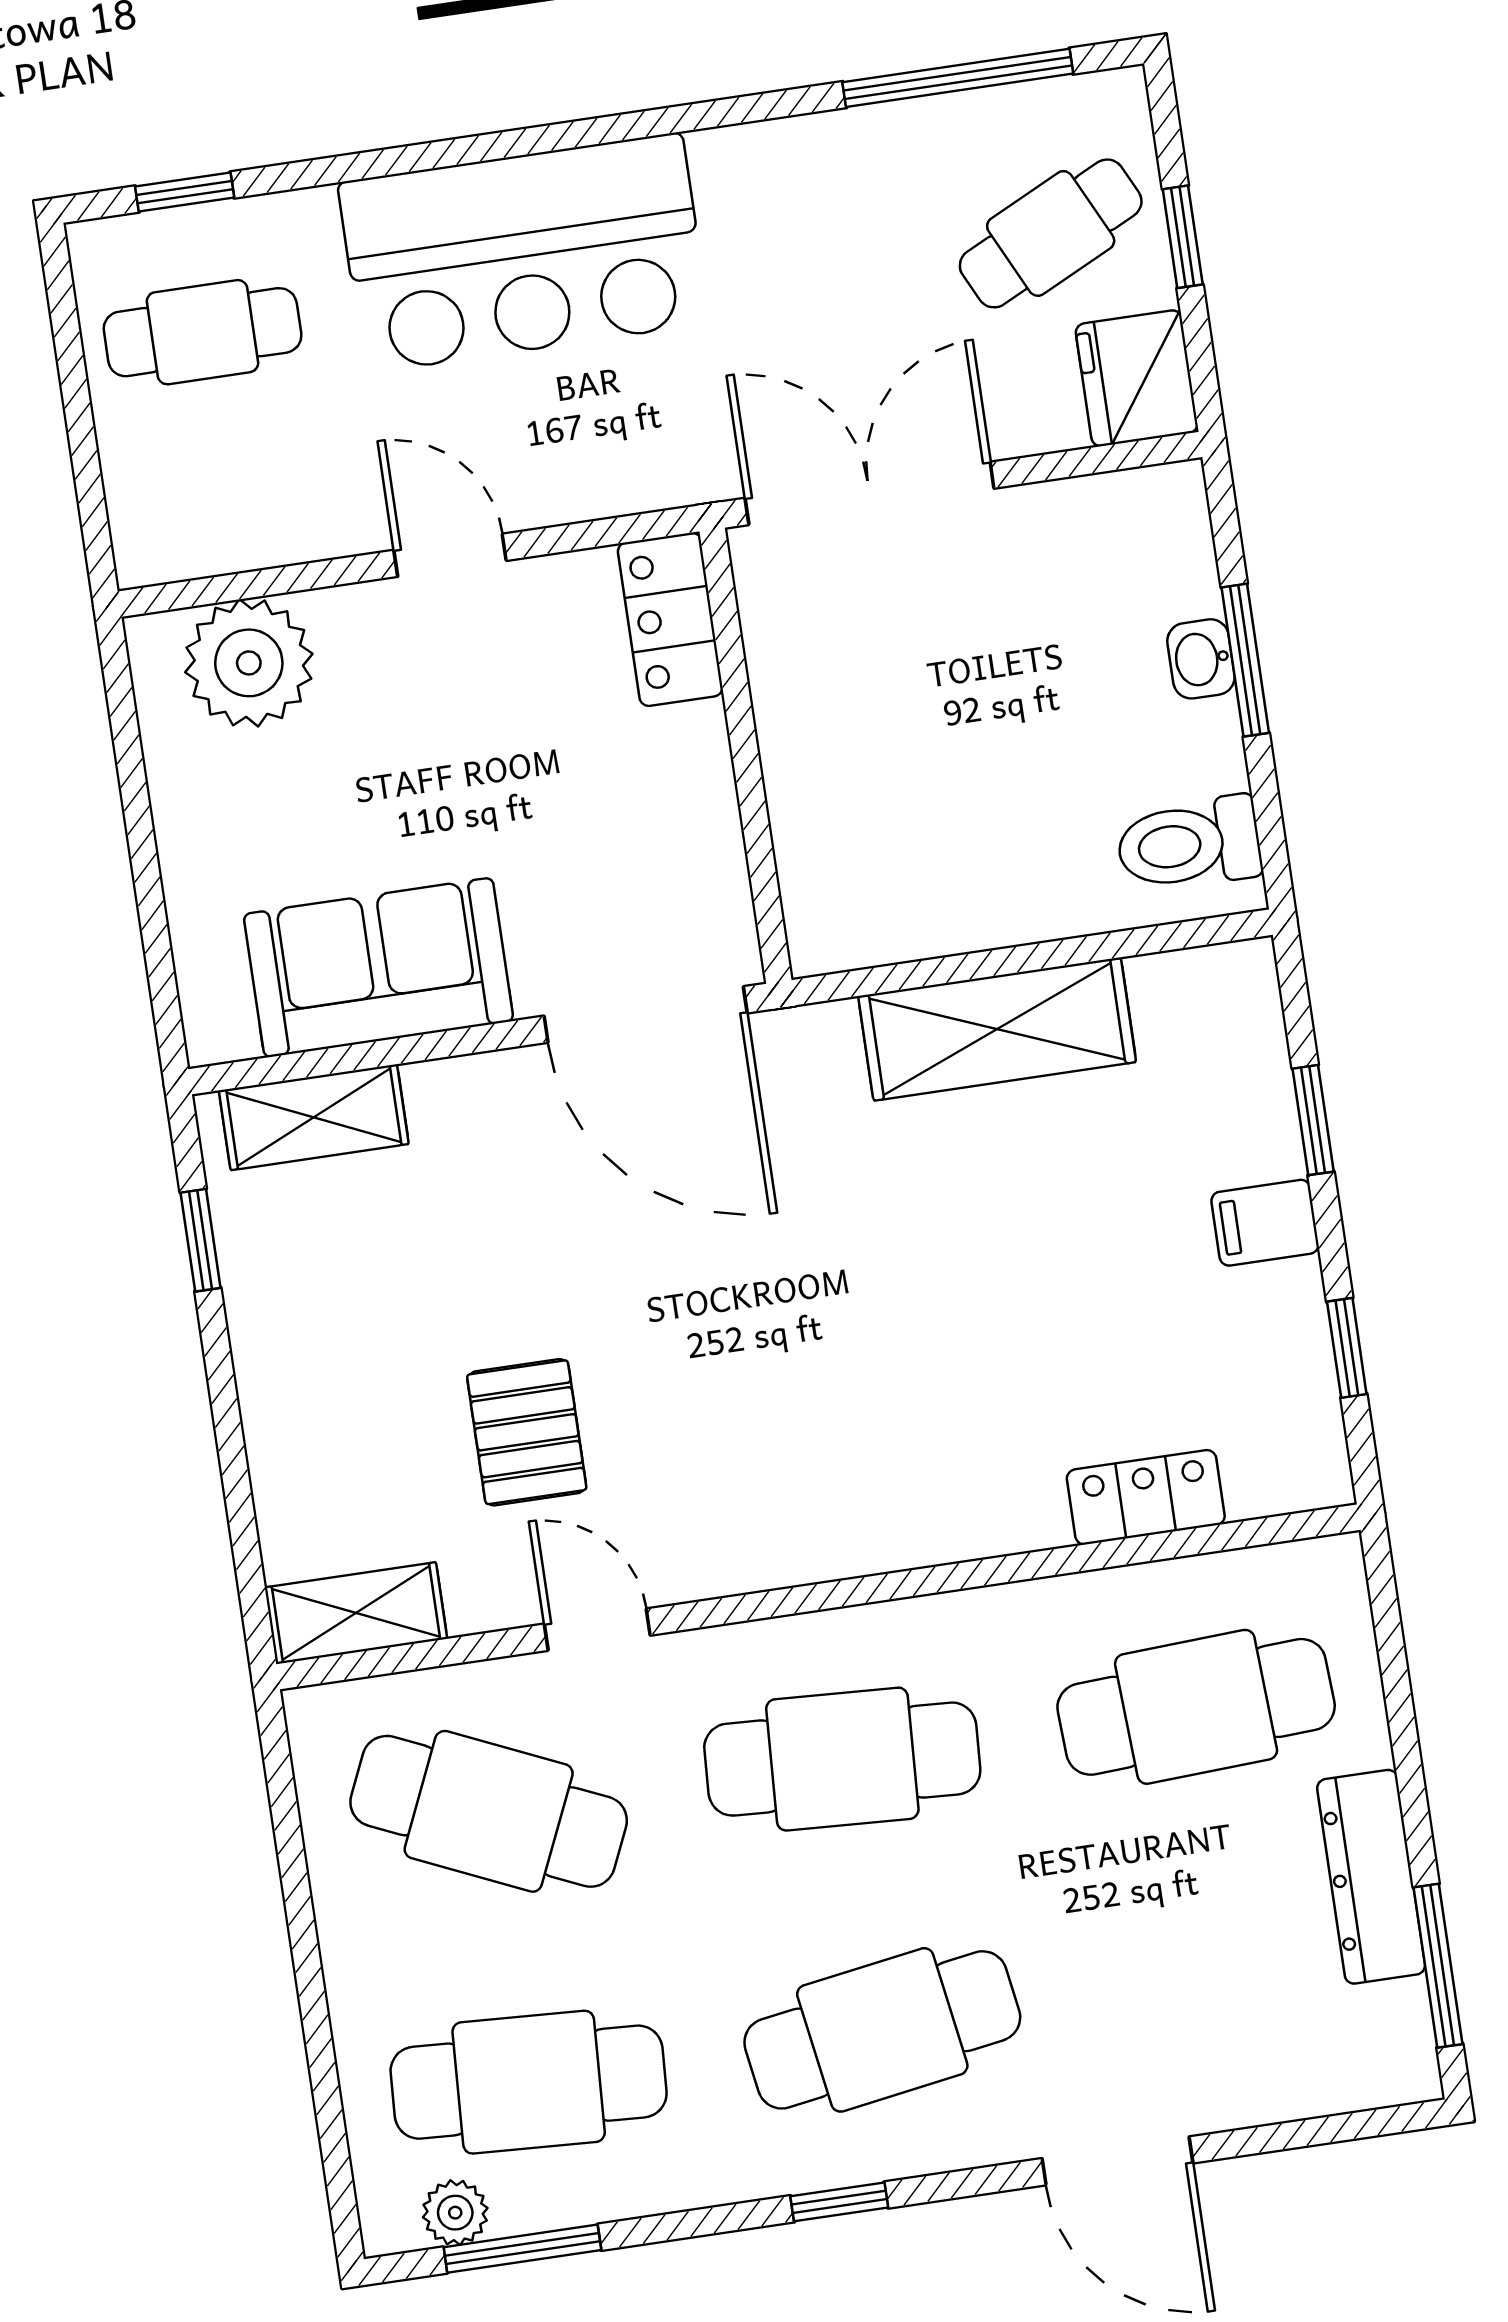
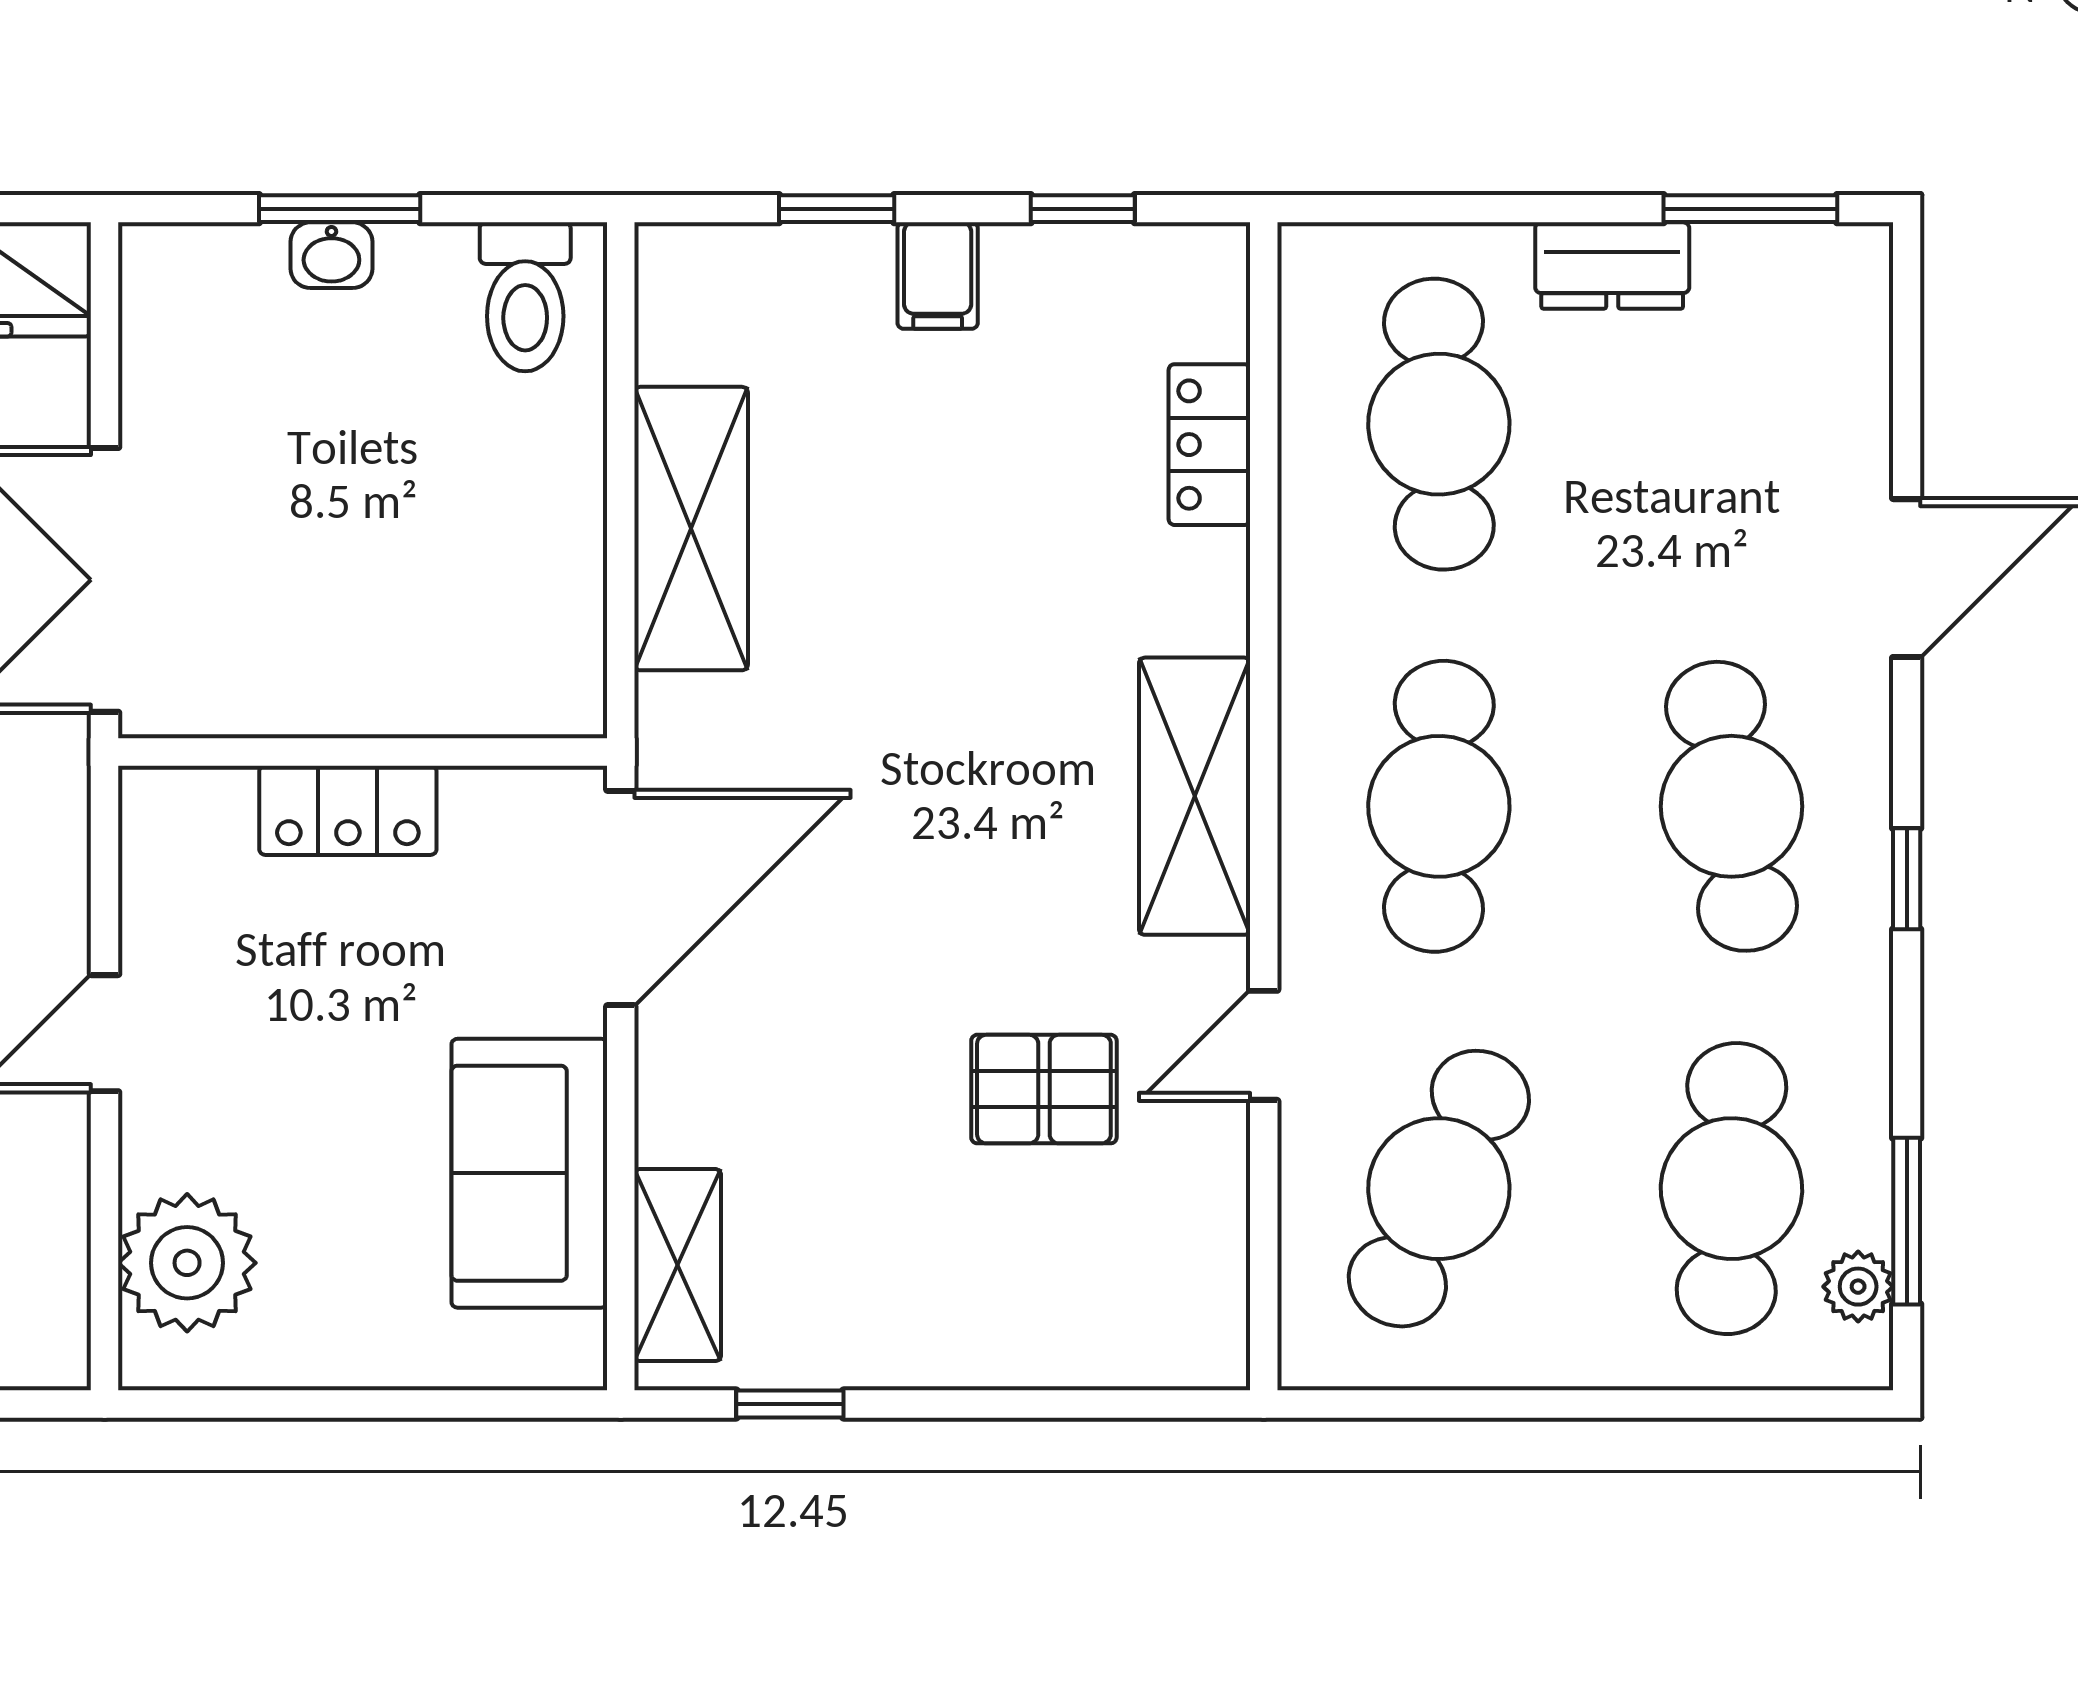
locker: (670, 619) -> (348, 810), moved
shelving: (356, 1613) -> (1195, 796), moved, width x1.50, depth x1.33
dresser: (1371, 1877) -> (1612, 266), width x0.70

